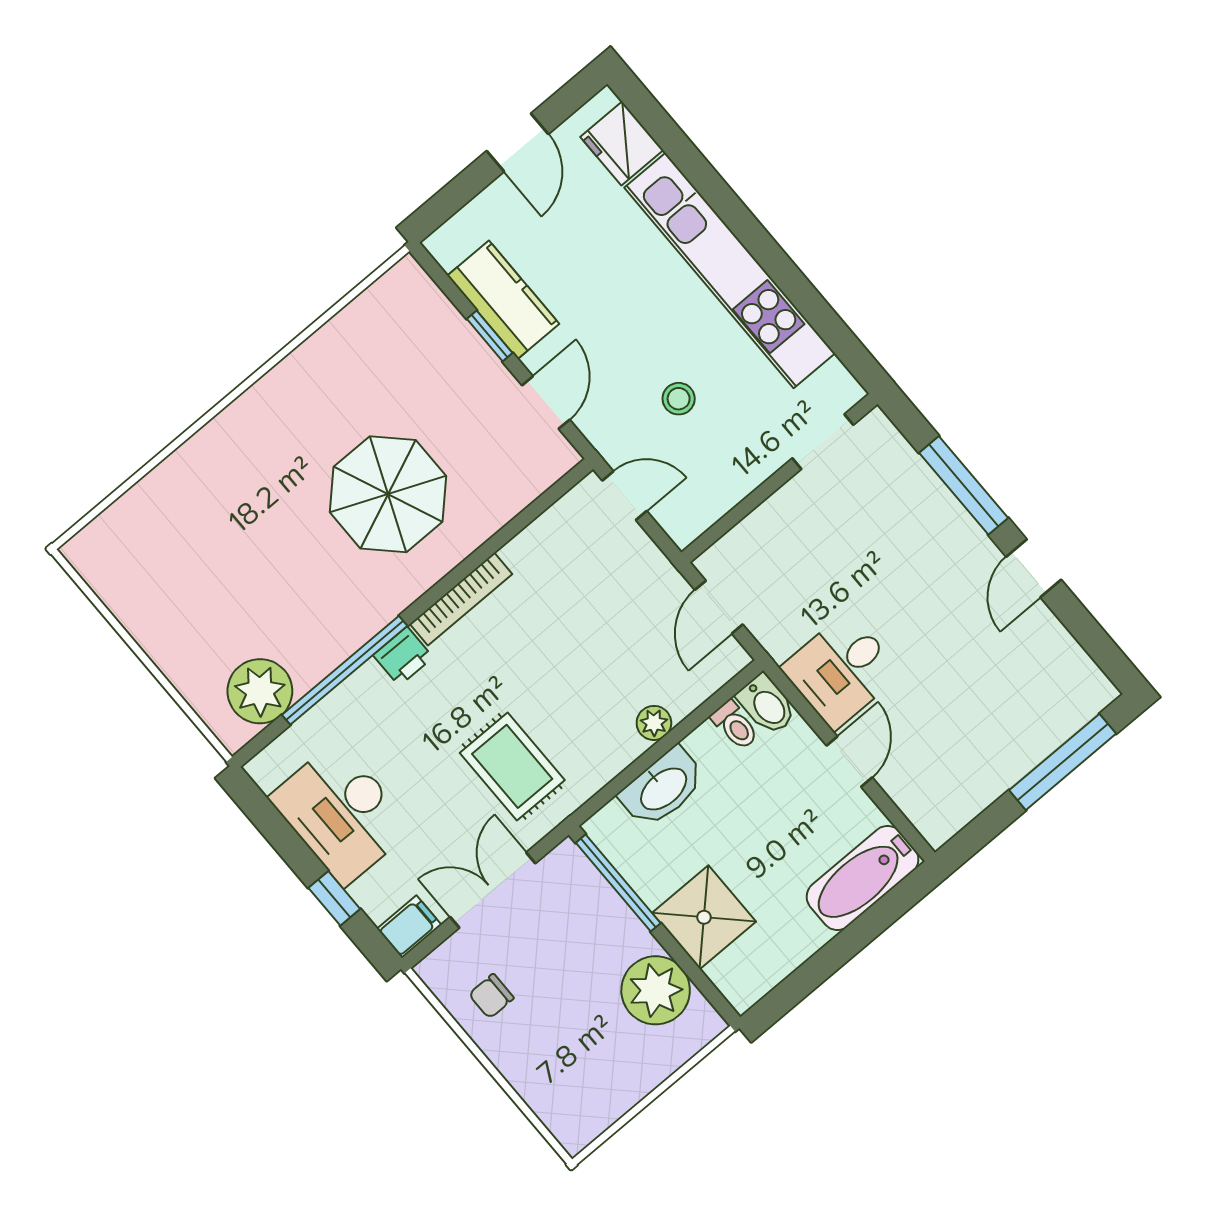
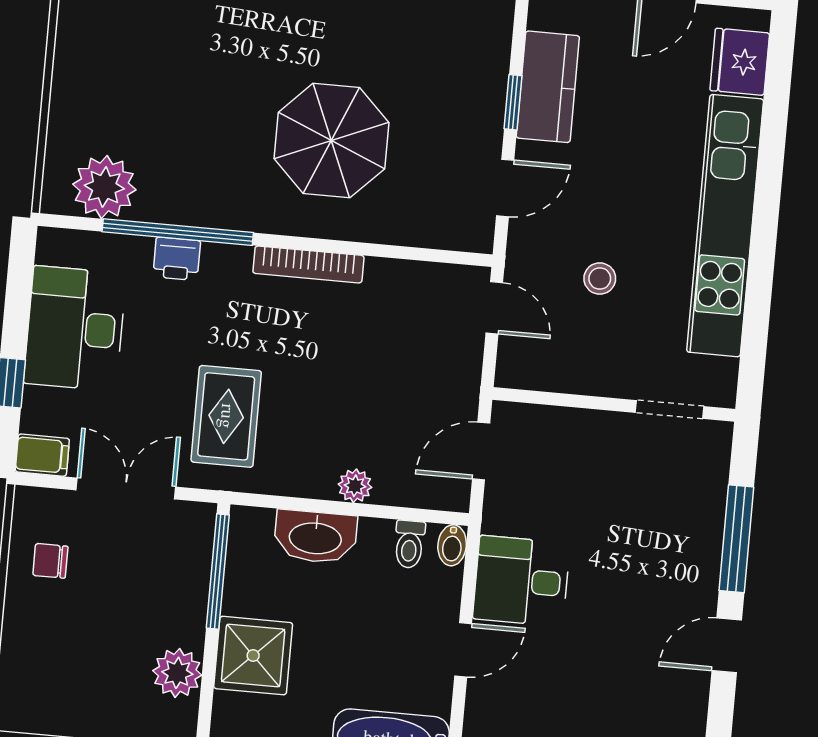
printer: (403, 656) -> (177, 259), moved
bidet: (767, 704) -> (452, 545), width x0.72, depth x0.74
plant: (656, 990) -> (177, 673), width x0.73, depth x0.73

